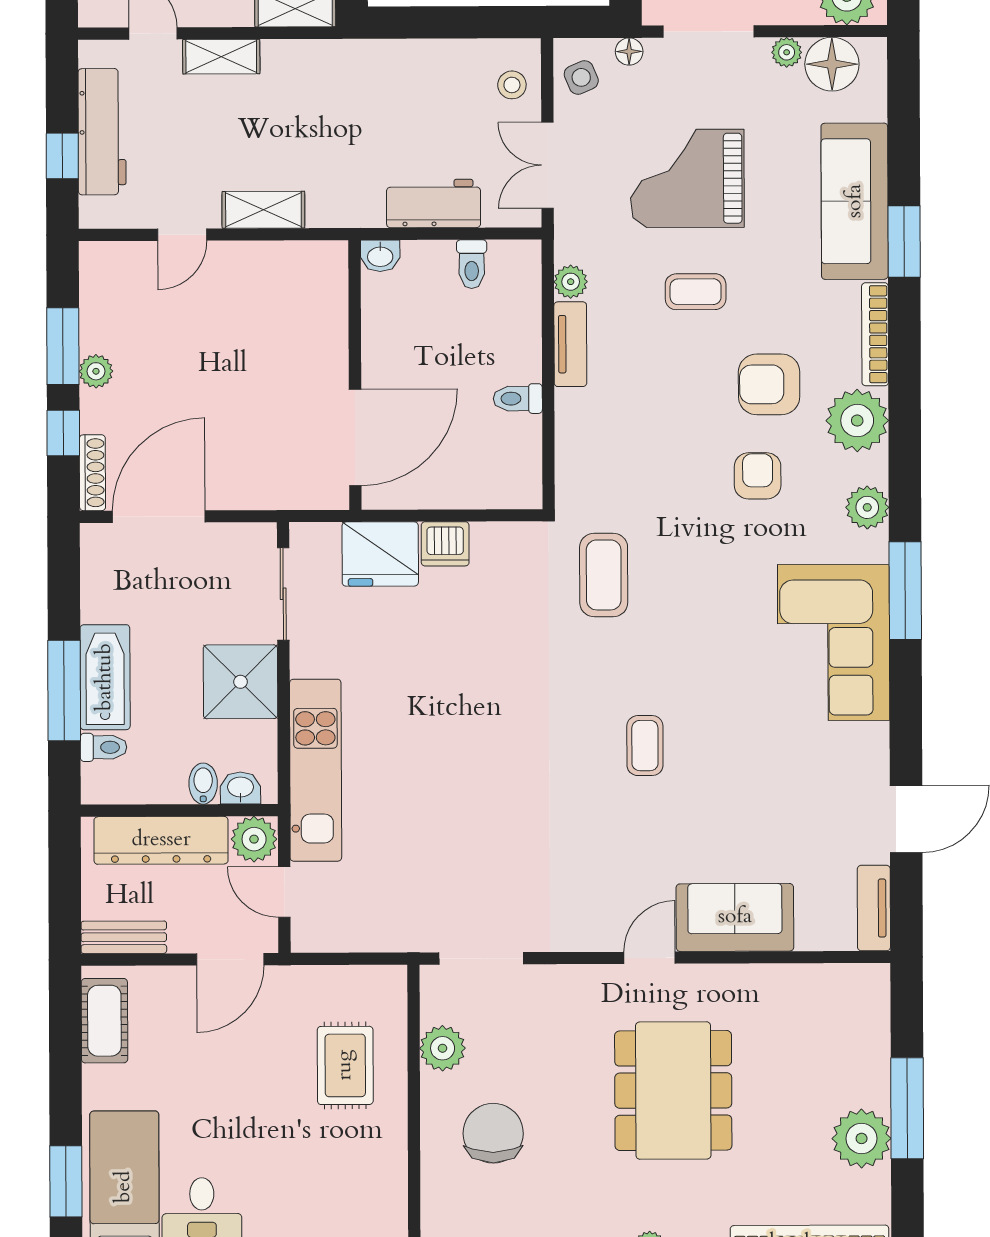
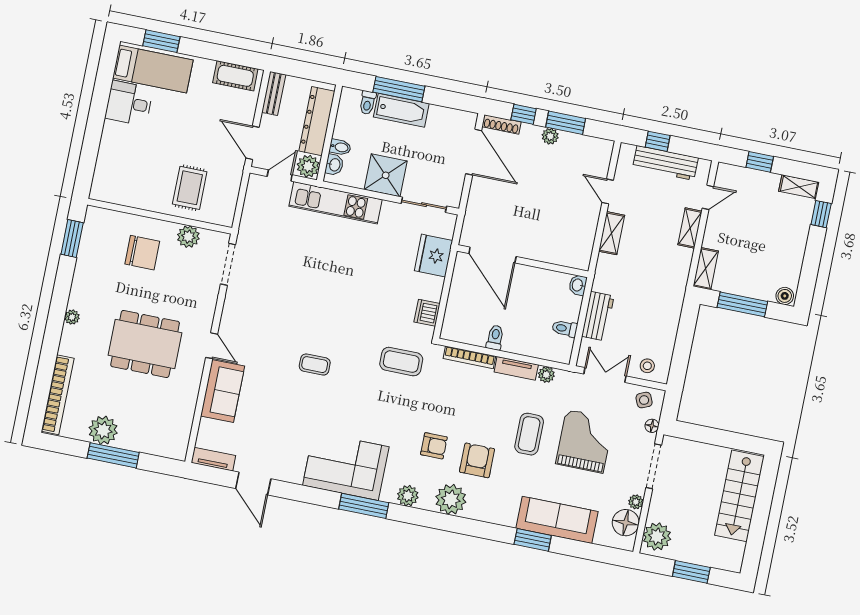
coffee table: (696, 292) -> (529, 434), width x1.36, depth x1.30
bookcase: (875, 334) -> (469, 357), moved, turned 180
dishwasher: (445, 544) -> (427, 313), moved
rug: (345, 1065) -> (190, 188), turned 90

